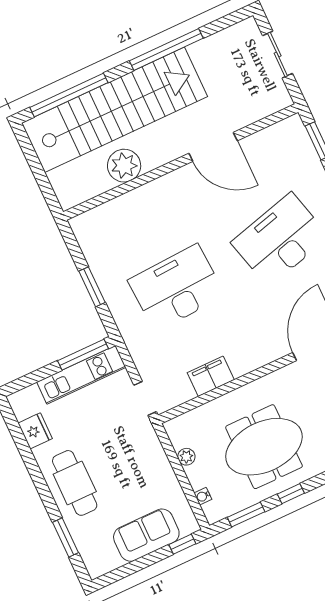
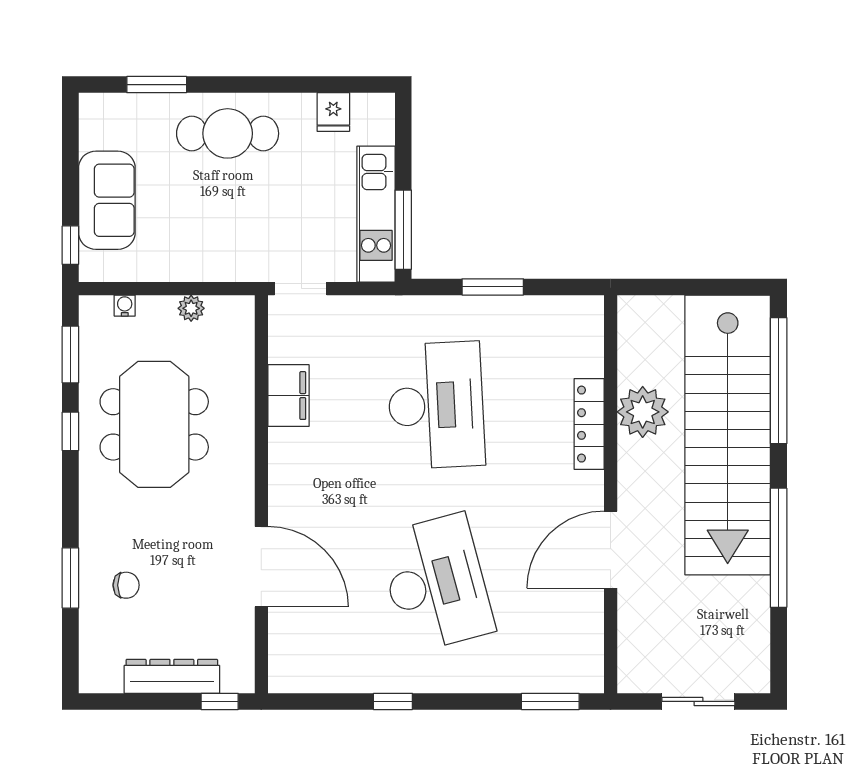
locker: (146, 194) -> (589, 424), added
fridge: (35, 431) -> (333, 112), width x0.72

